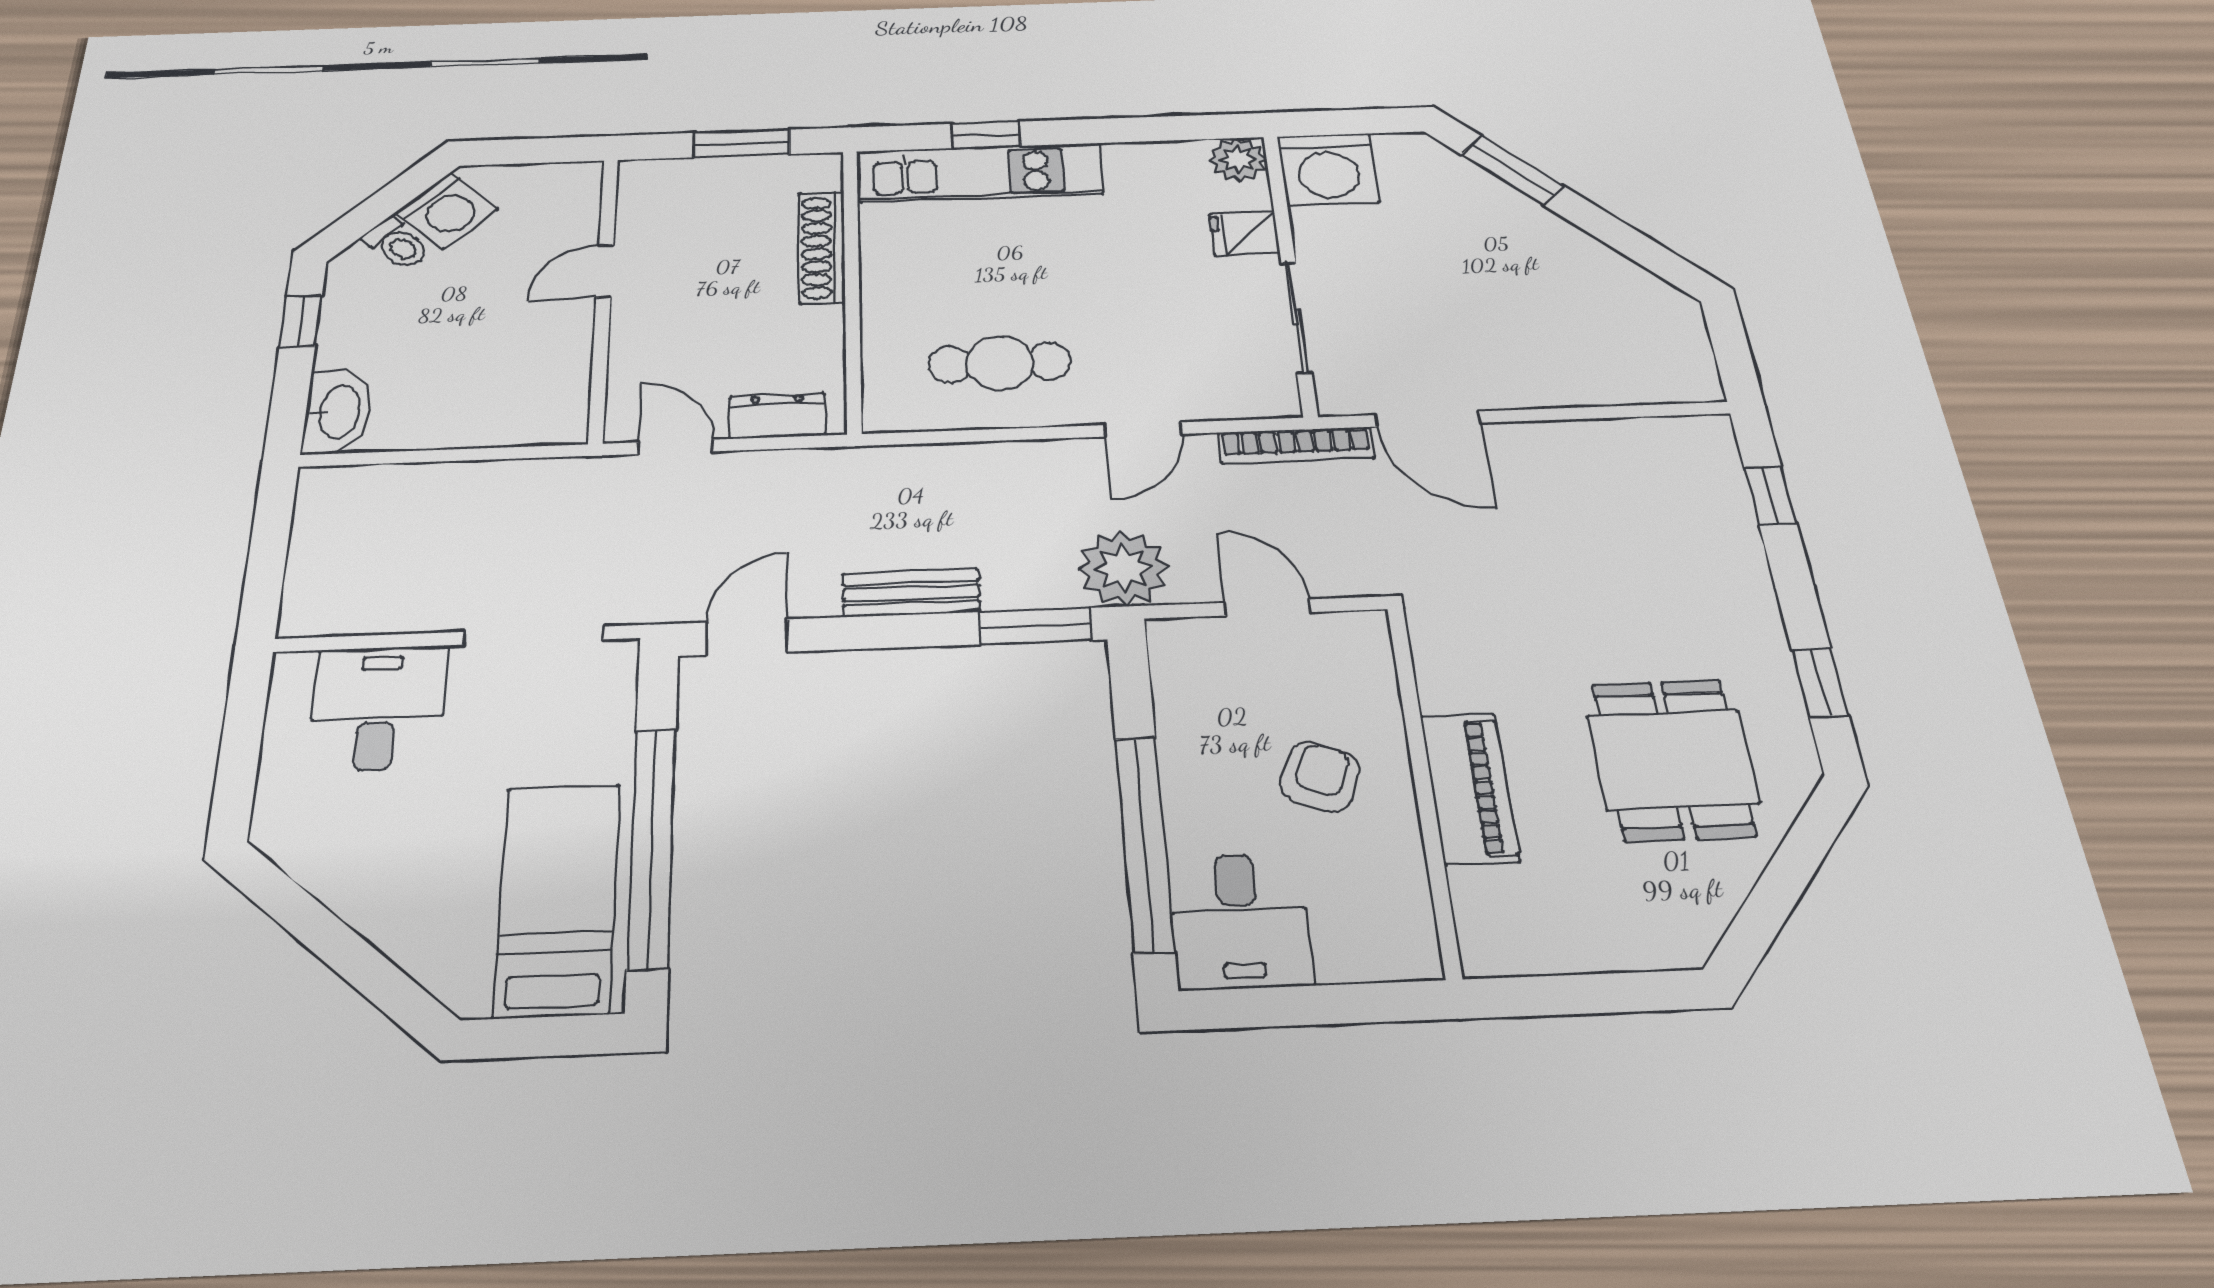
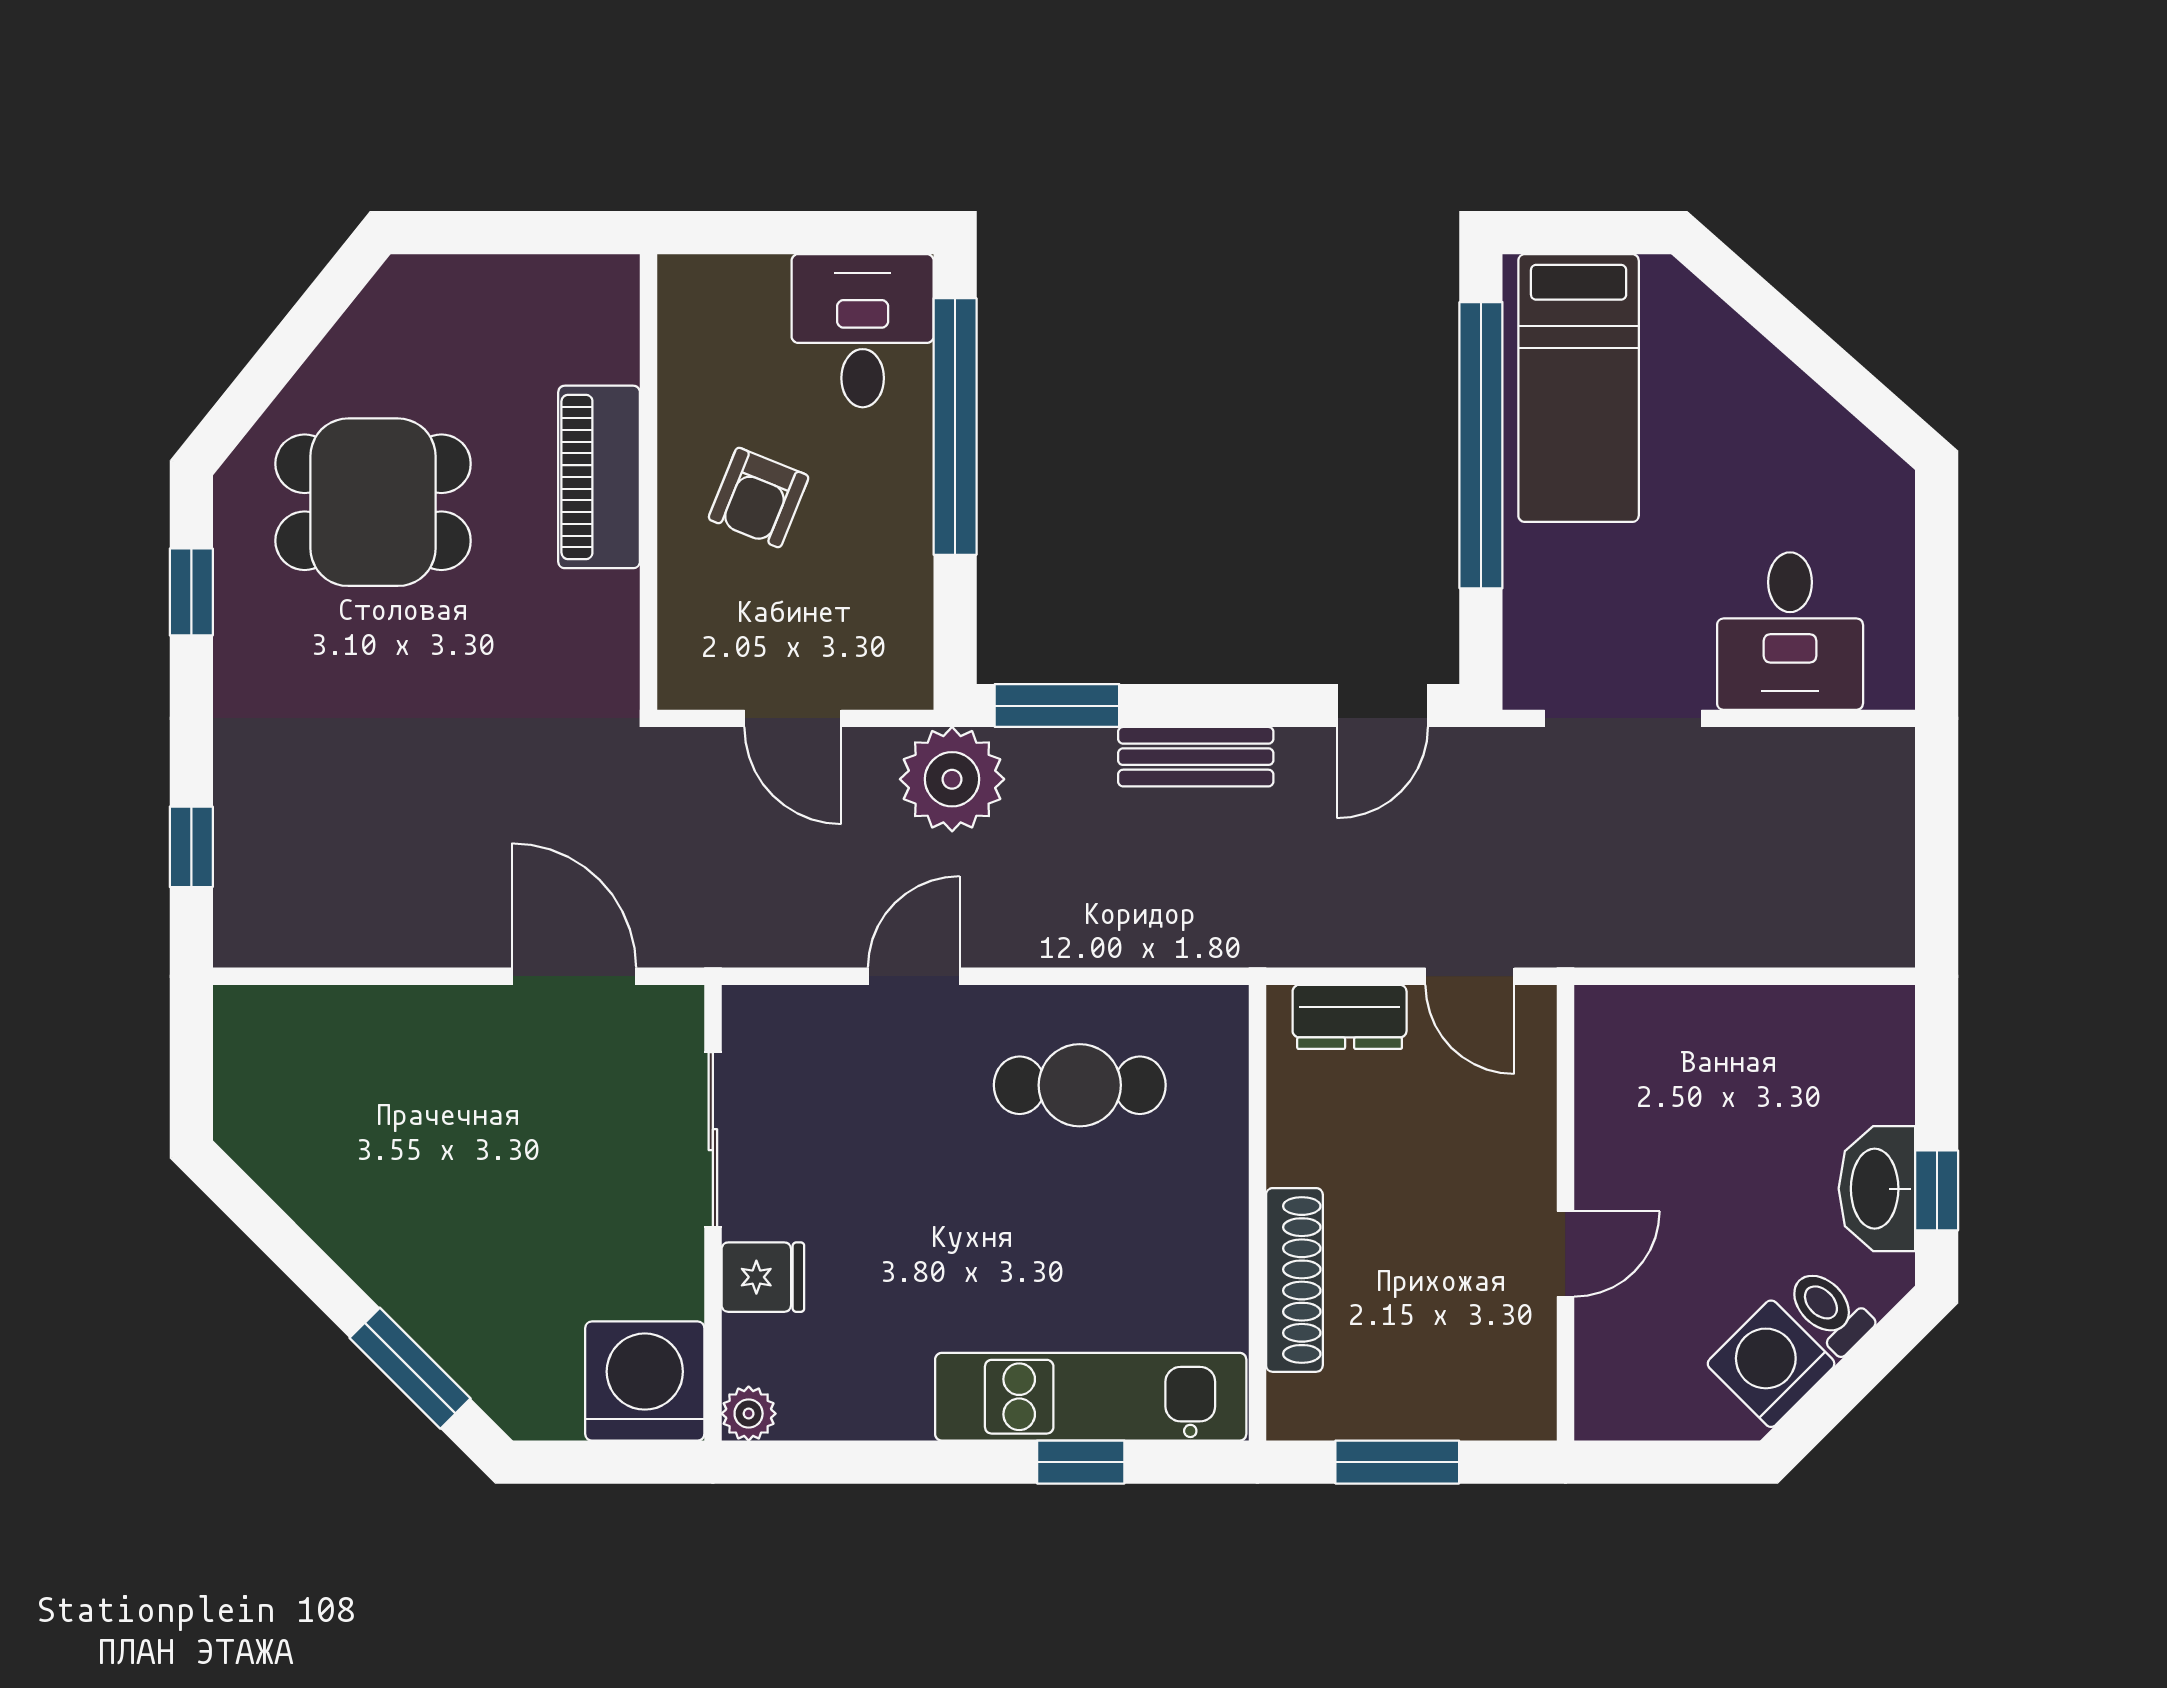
plant: (1238, 160) -> (749, 1414), width x0.73, depth x0.73
washbasin: (338, 412) -> (1877, 1189), moved
bookcase: (1296, 445) -> (735, 945), removed
dining table: (1673, 759) -> (373, 502), turned 90

